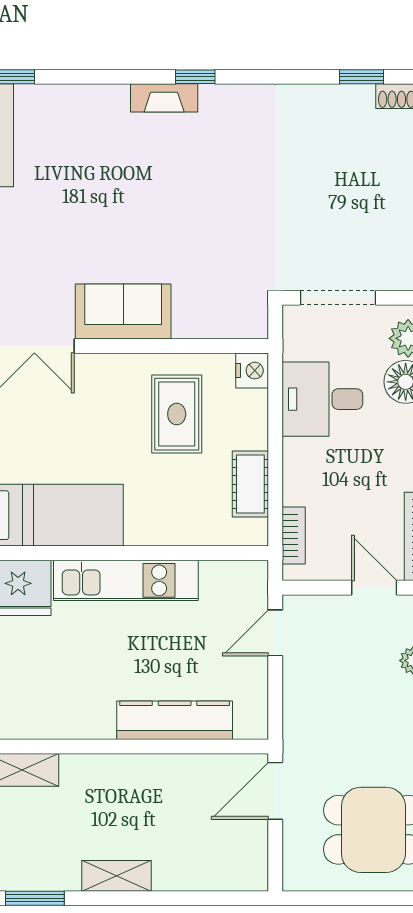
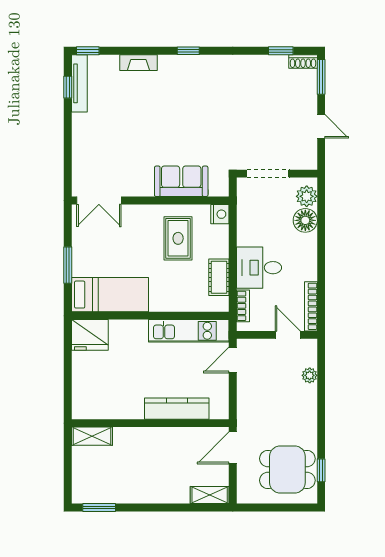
fireplace: (164, 98) -> (138, 63), moved
sofa: (123, 311) -> (181, 181), moved
desk: (322, 399) -> (259, 268), moved
kitchen unit: (126, 580) -> (189, 331), moved
shelving: (117, 876) -> (210, 495), moved

